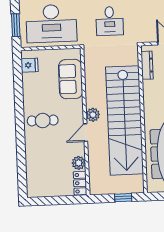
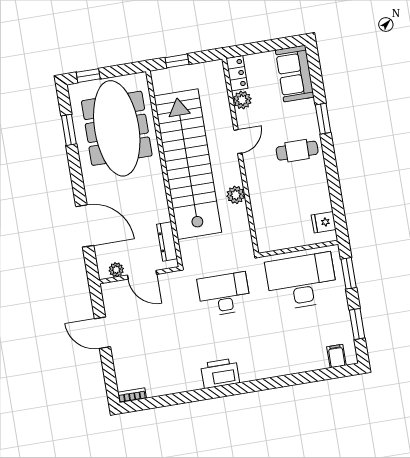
desk: (110, 21) -> (224, 294), width x1.37
sofa: (71, 79) -> (295, 74), moved, turned 180
plant: (93, 115) -> (236, 195), moved
window: (21, 142) -> (323, 119), added

